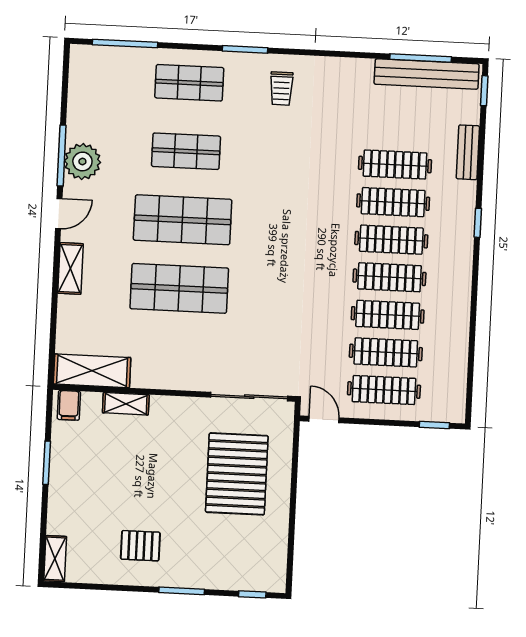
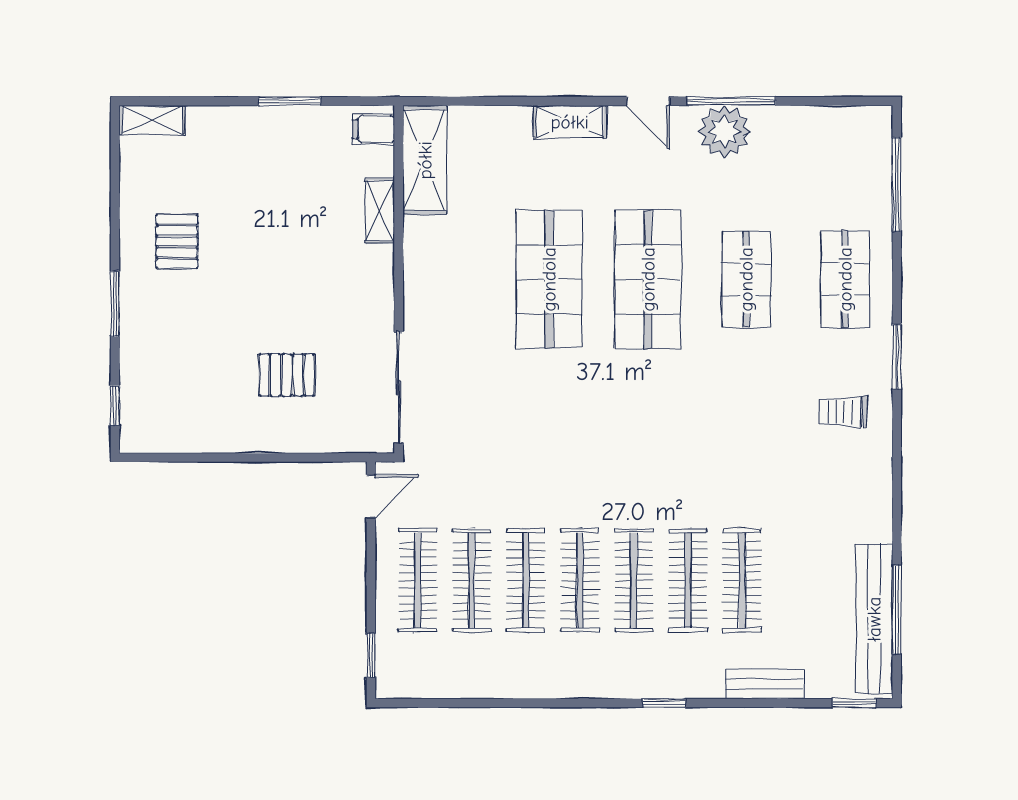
pallet: (237, 474) -> (287, 375), width x0.49, depth x0.50

